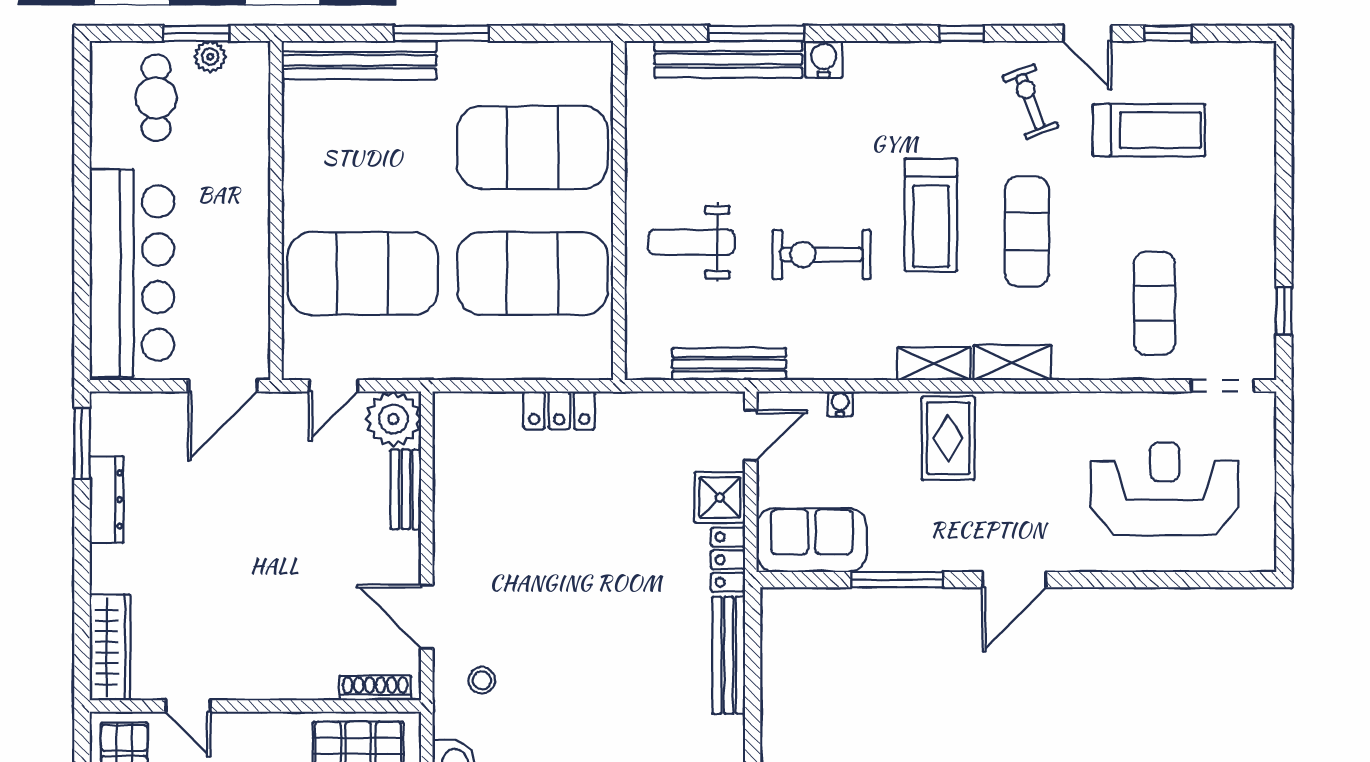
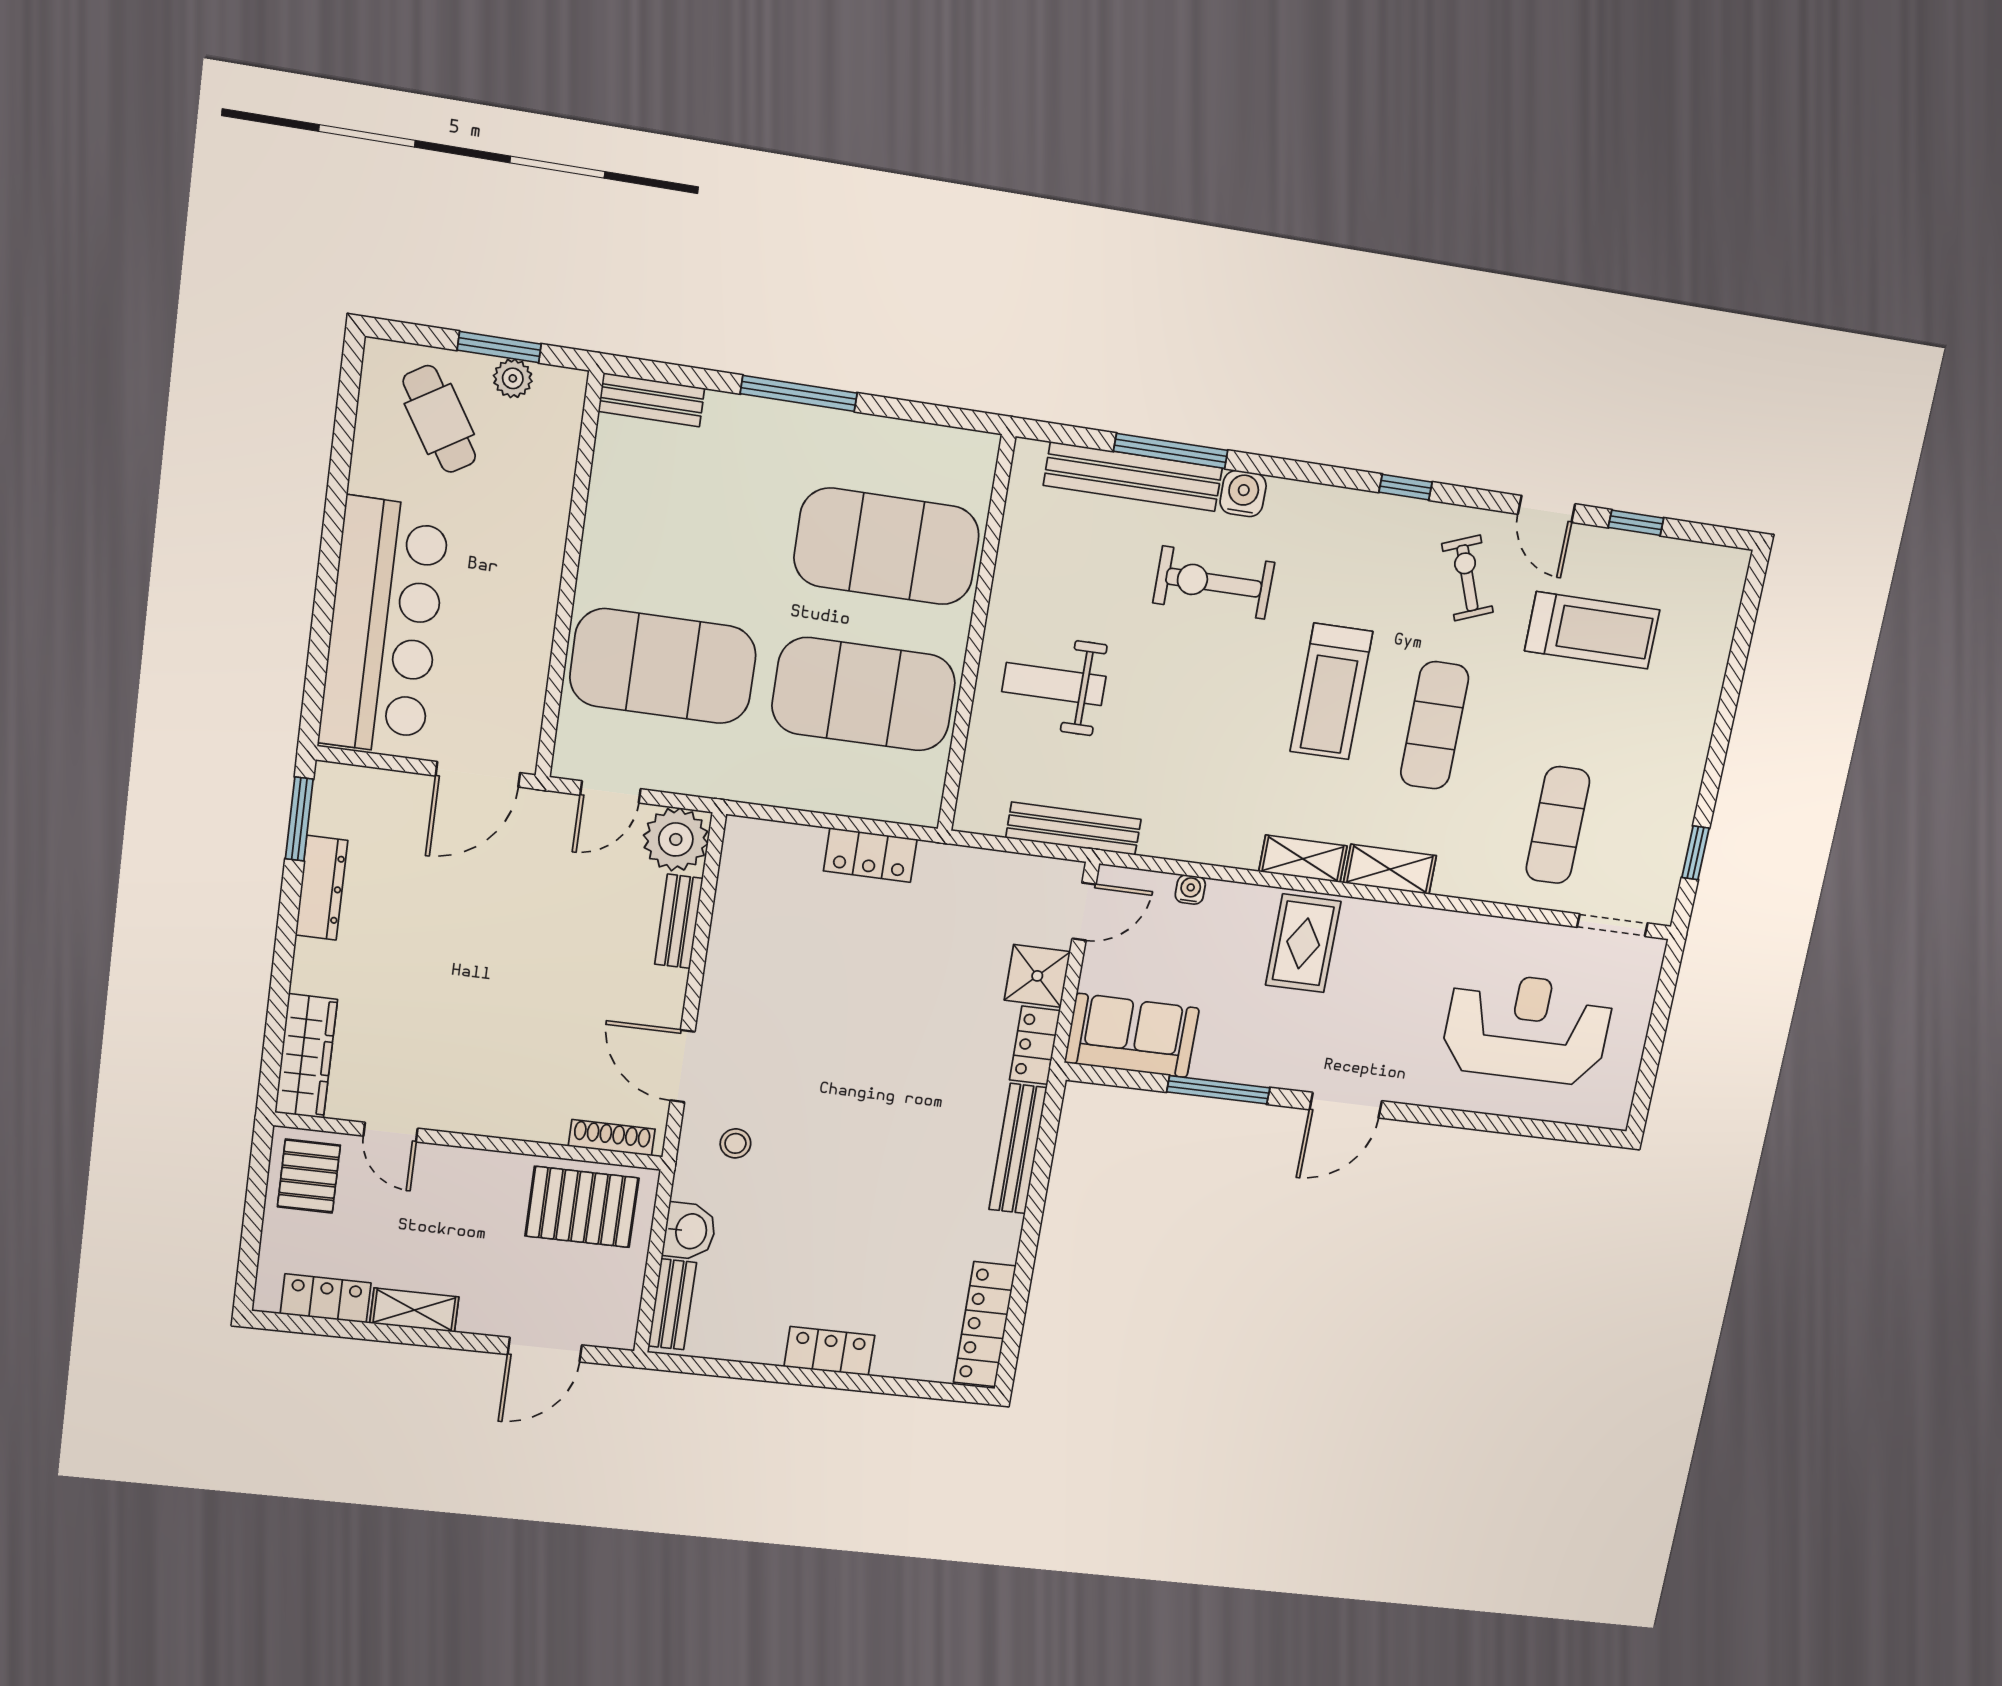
bench: (359, 60) -> (652, 400), width x0.54, depth x0.82
cafe table: (156, 98) -> (439, 419), turned -32
exercise bike: (822, 255) -> (1214, 583), moved

